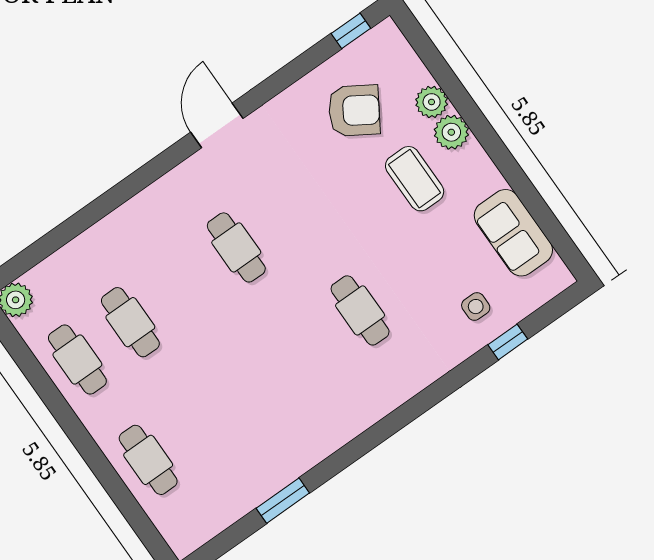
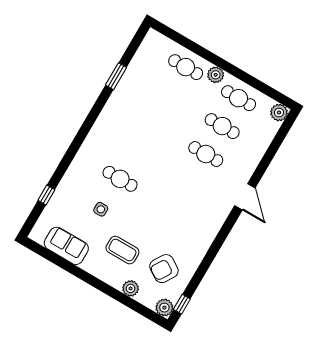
door: (217, 125) -> (245, 197), moved
plant: (451, 132) -> (164, 308), moved
cafe table: (236, 247) -> (206, 154), moved
side table: (476, 307) -> (101, 209), moved
plant: (100, 421) -> (216, 75), added

